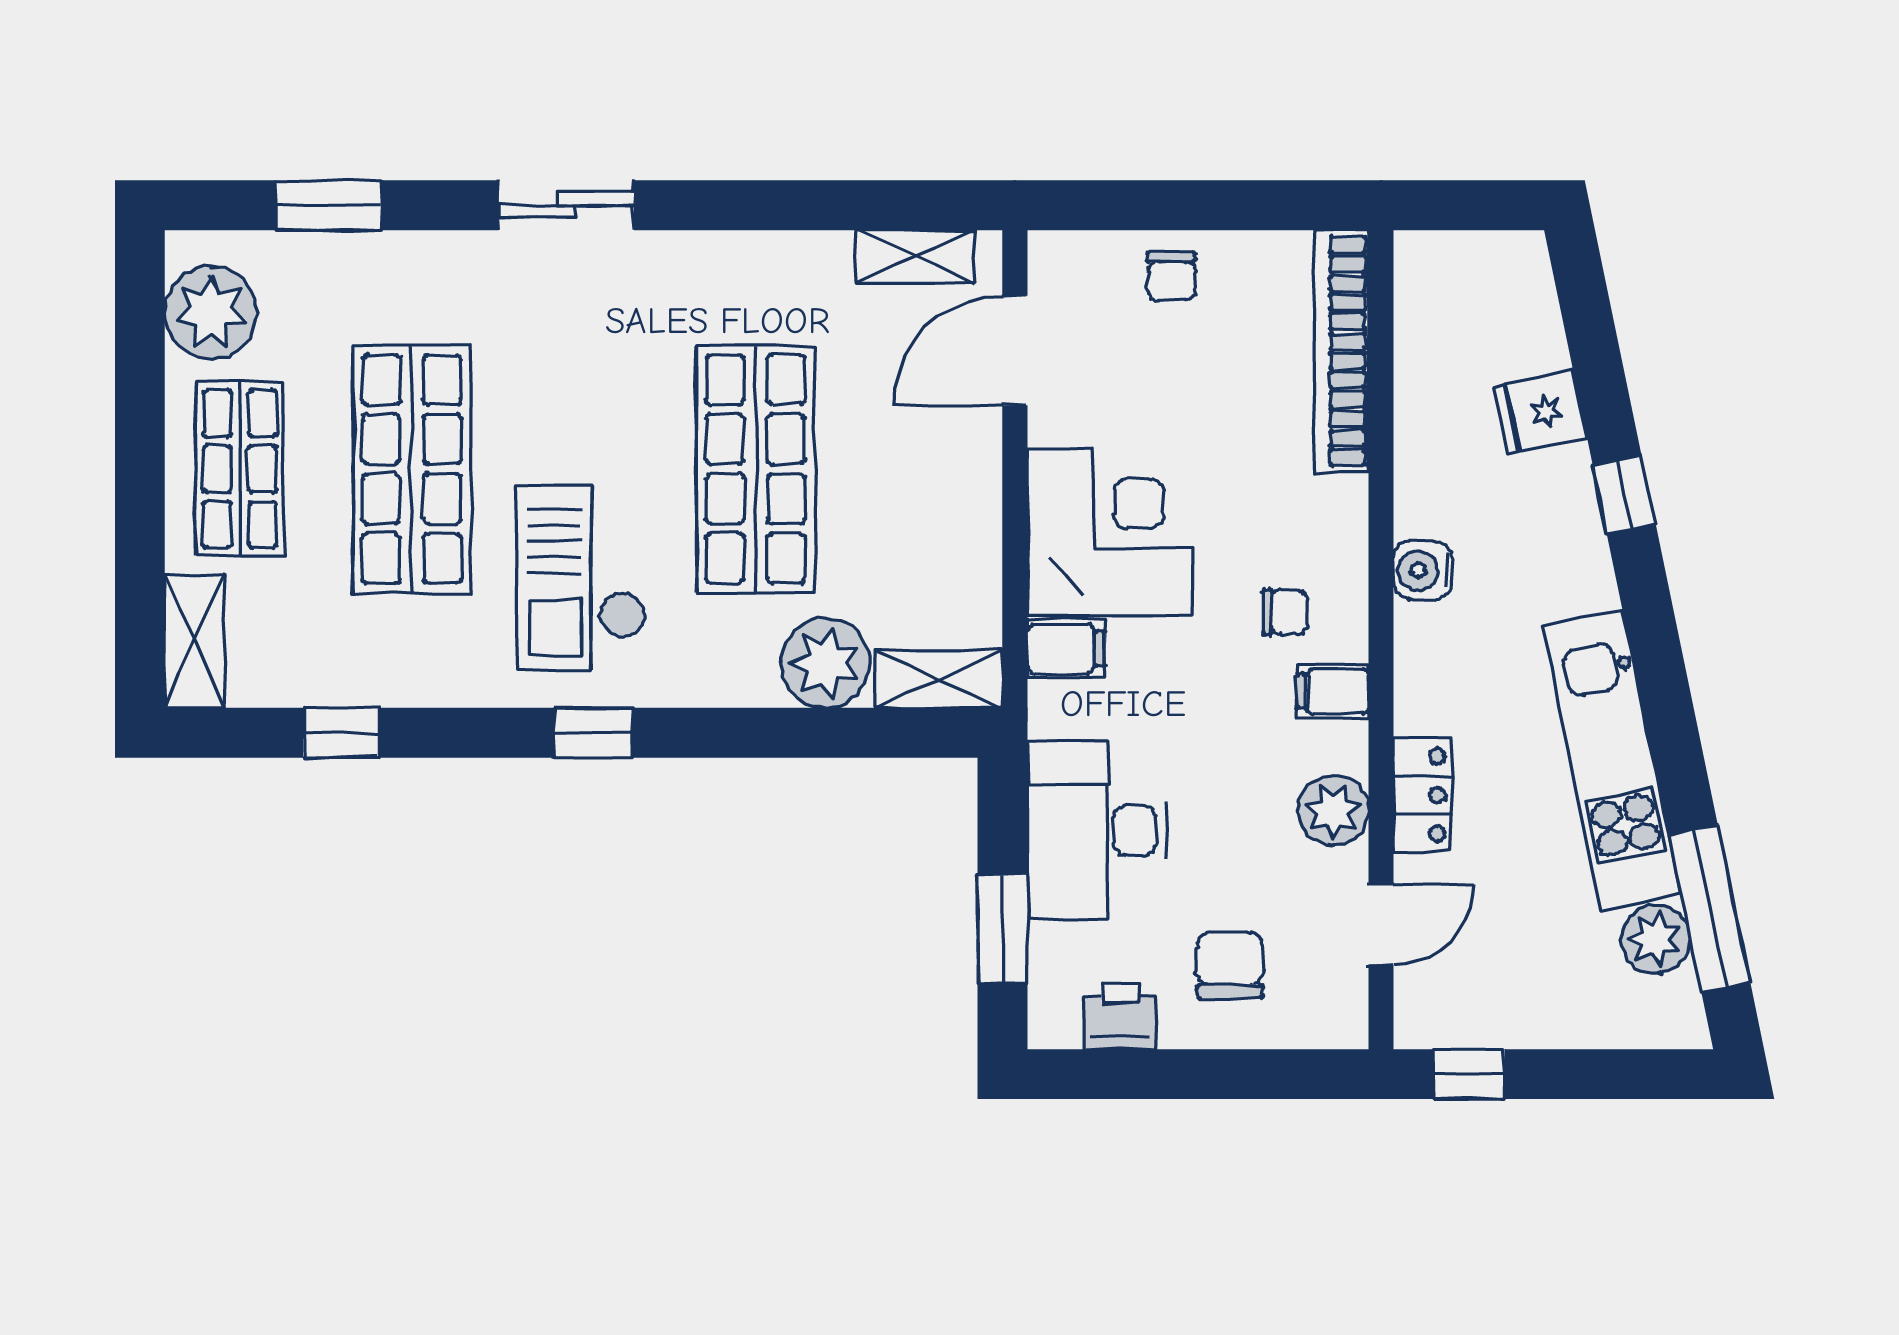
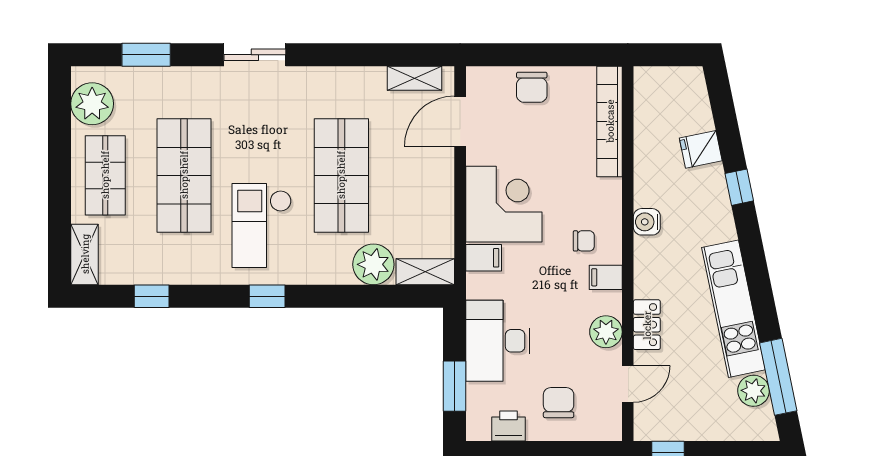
chair: (1171, 276) -> (532, 87), width x1.37, depth x1.37

